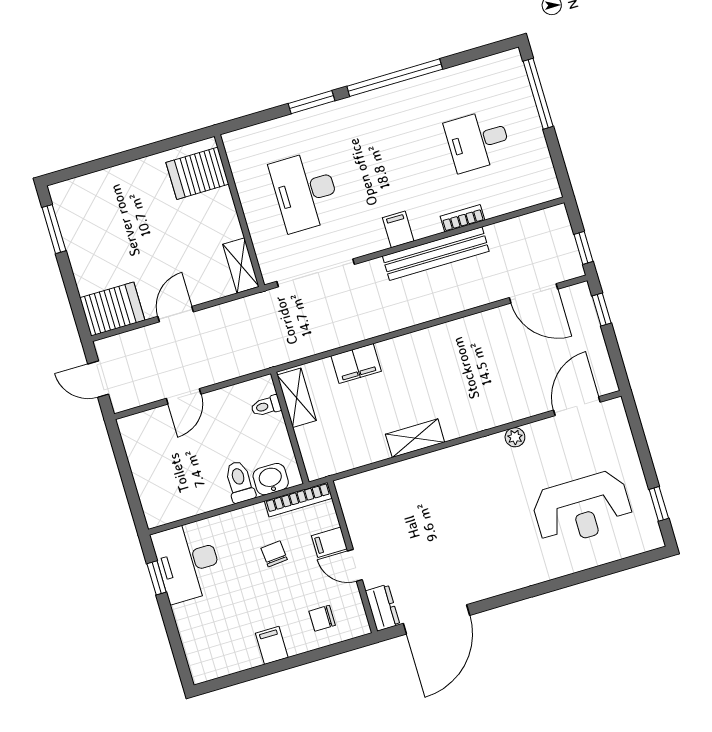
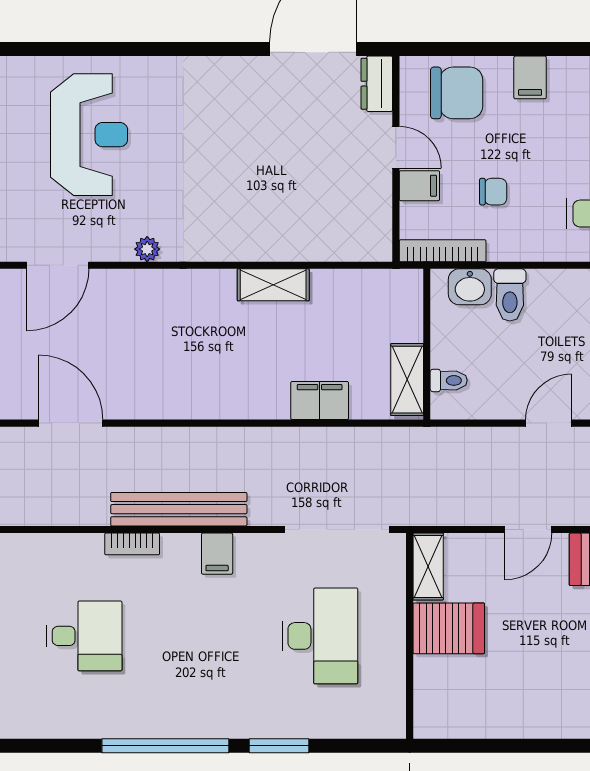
server rack: (197, 173) -> (449, 628), moved
reception desk: (582, 508) -> (89, 135), turned 90
chair: (274, 554) -> (493, 192), turned -85
chair: (322, 618) -> (457, 93), width x1.87, depth x1.87

